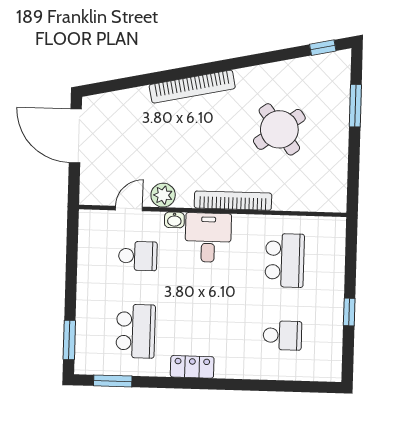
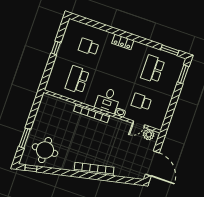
round table: (279, 129) -> (45, 150), moved, turned 36
plant: (163, 195) -> (149, 135), moved
locker: (192, 367) -> (123, 42), moved

